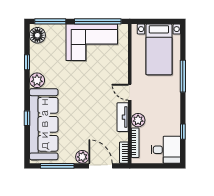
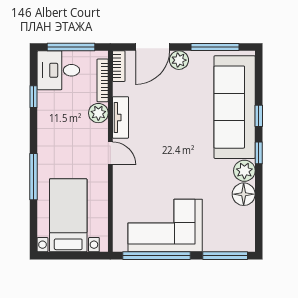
floor lamp: (37, 35) -> (244, 194), moved
window: (27, 62) -> (259, 153), moved
door: (101, 166) -> (152, 47), hinge flipped
window: (157, 166) -> (71, 47), added

